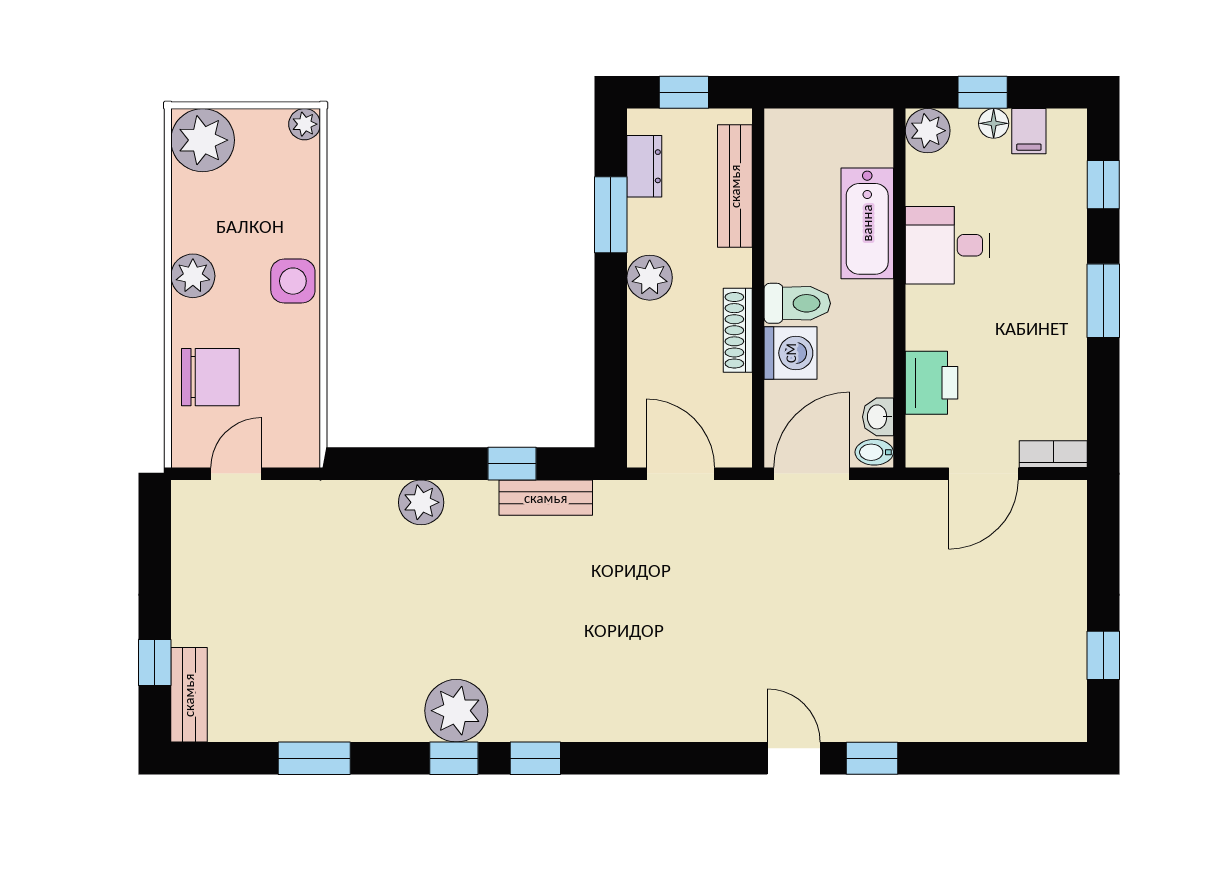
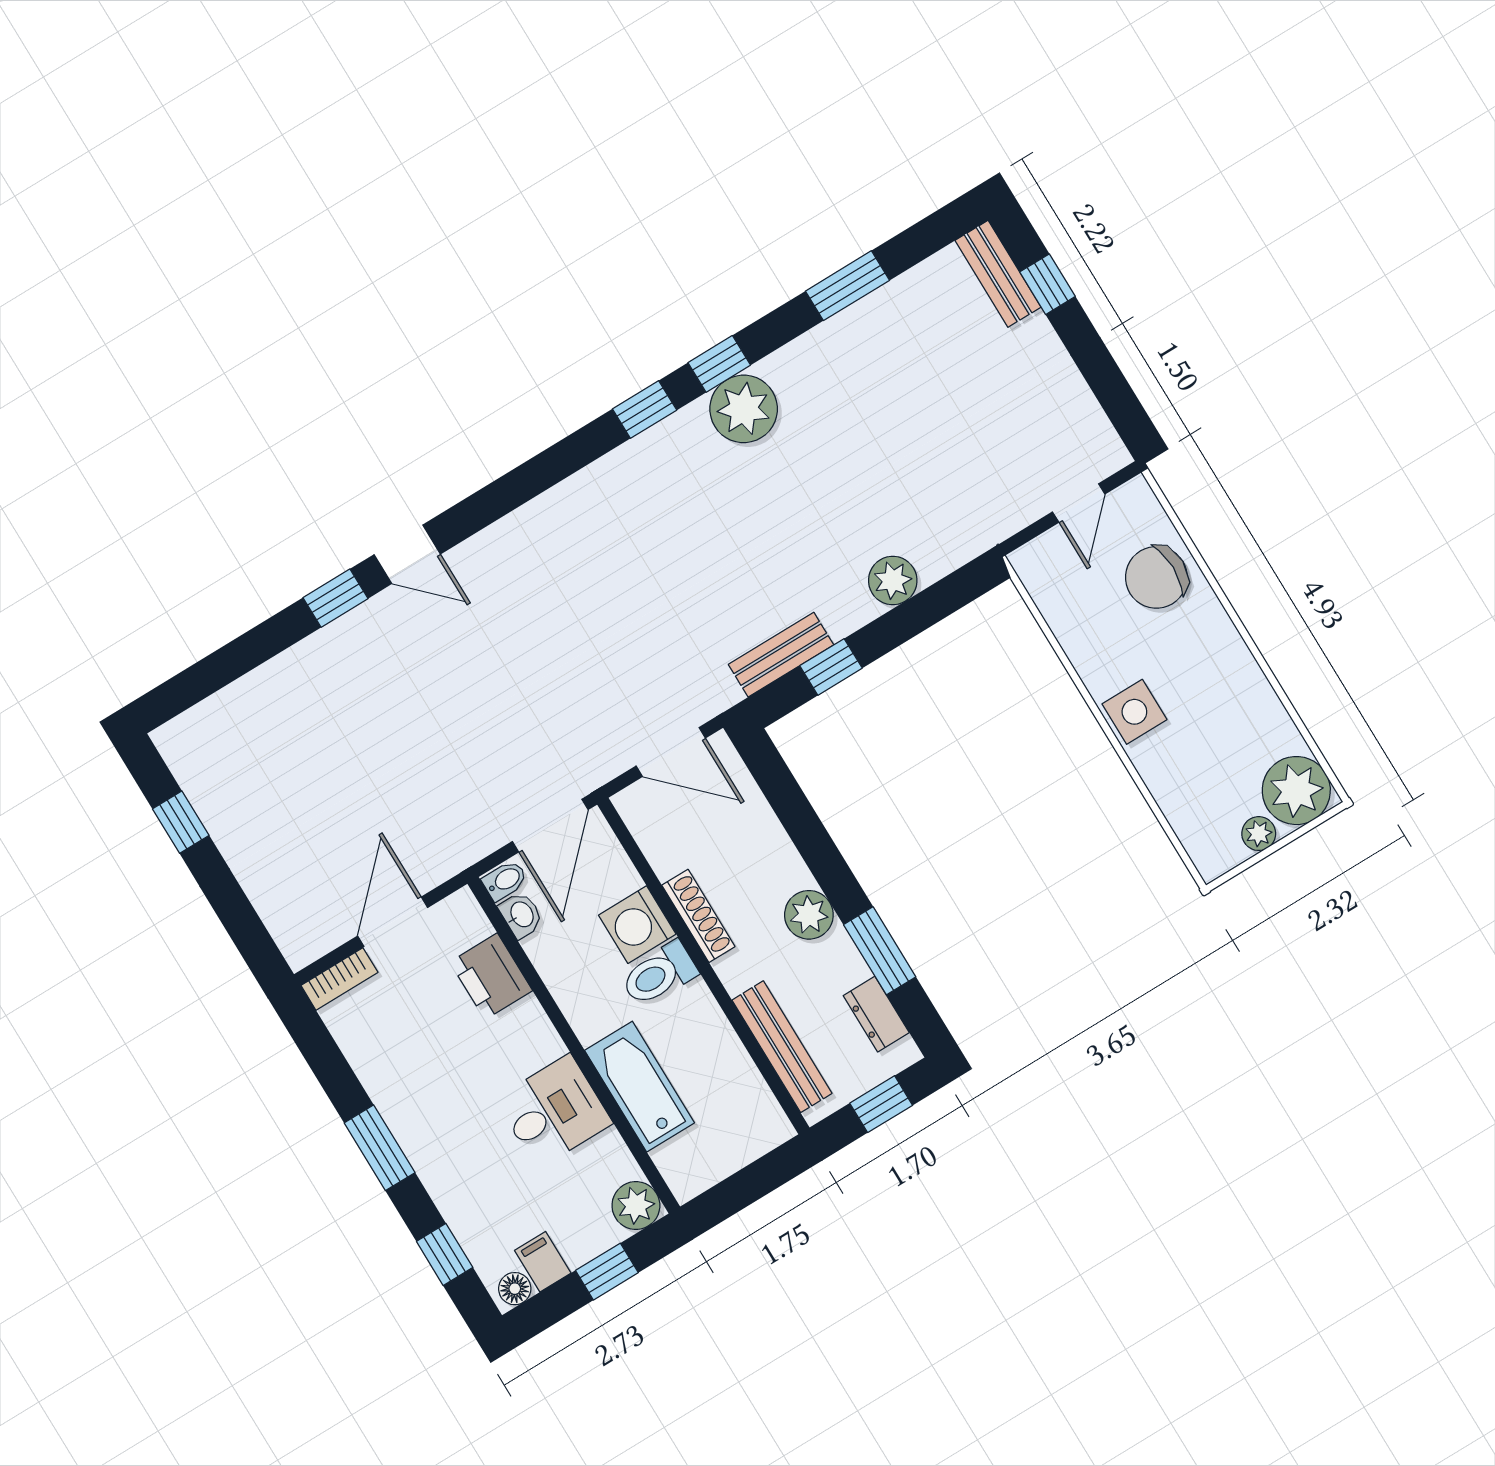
floor lamp: (994, 123) -> (515, 1289), moved
plant: (305, 124) -> (1259, 834), moved
plant: (193, 276) -> (1229, 660), removed

